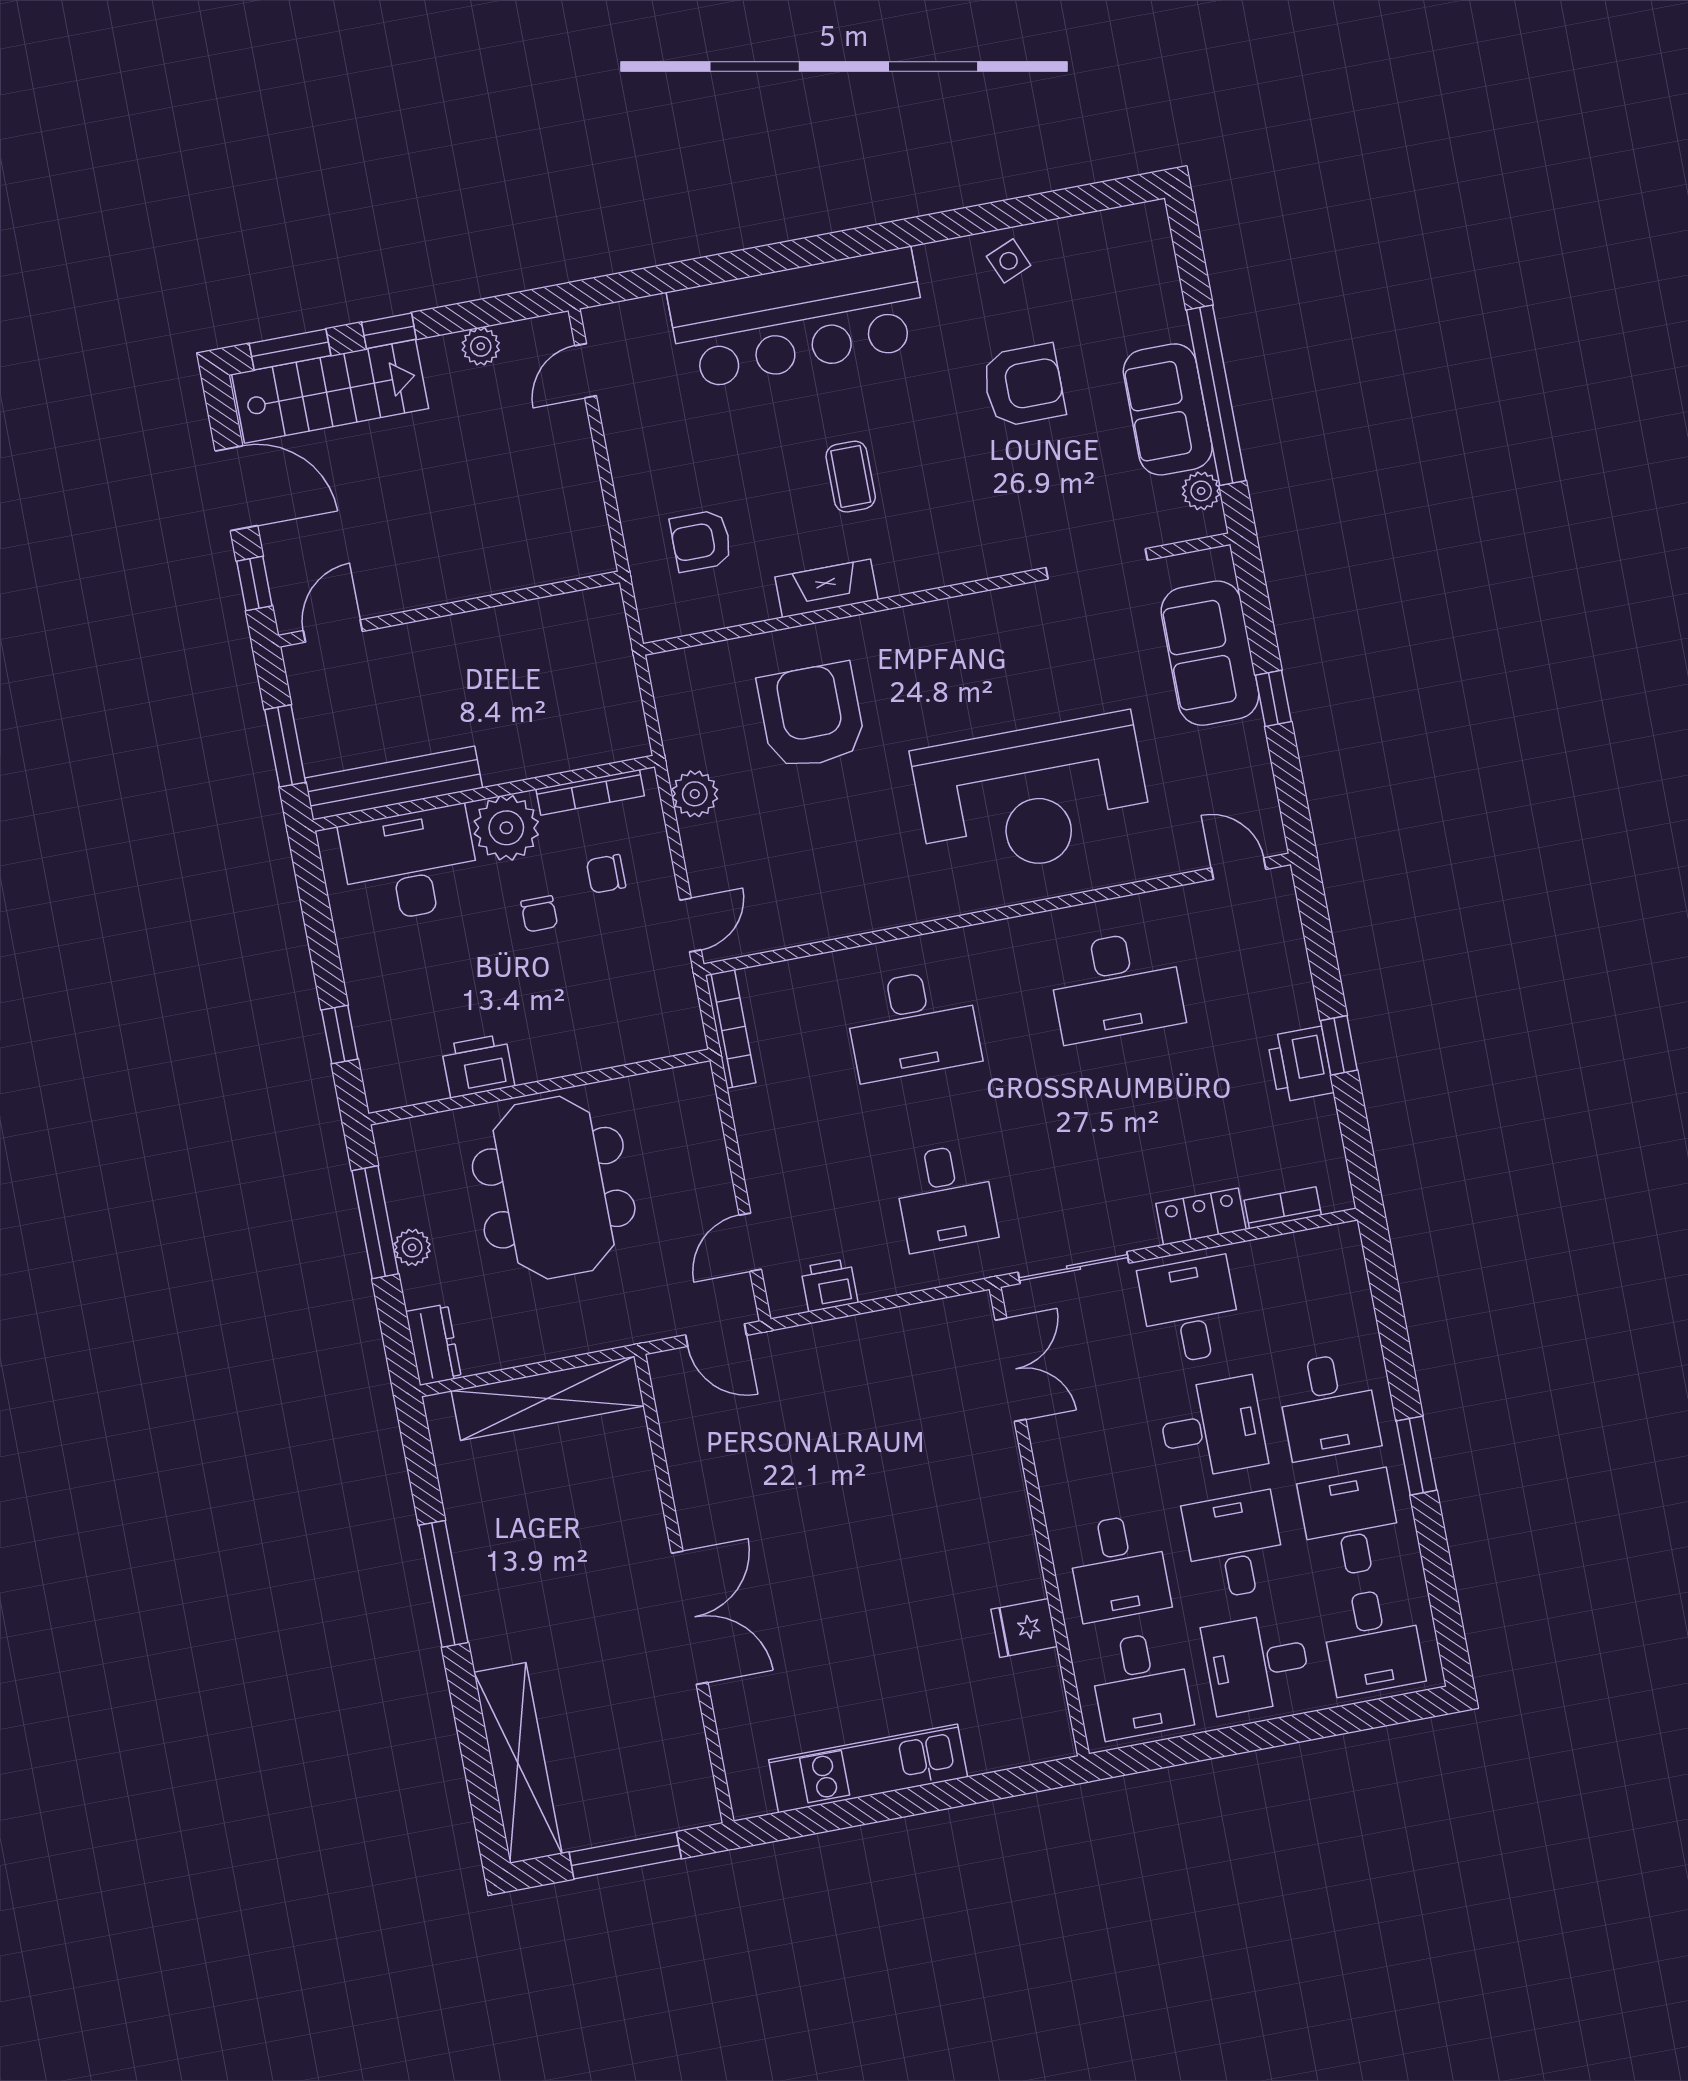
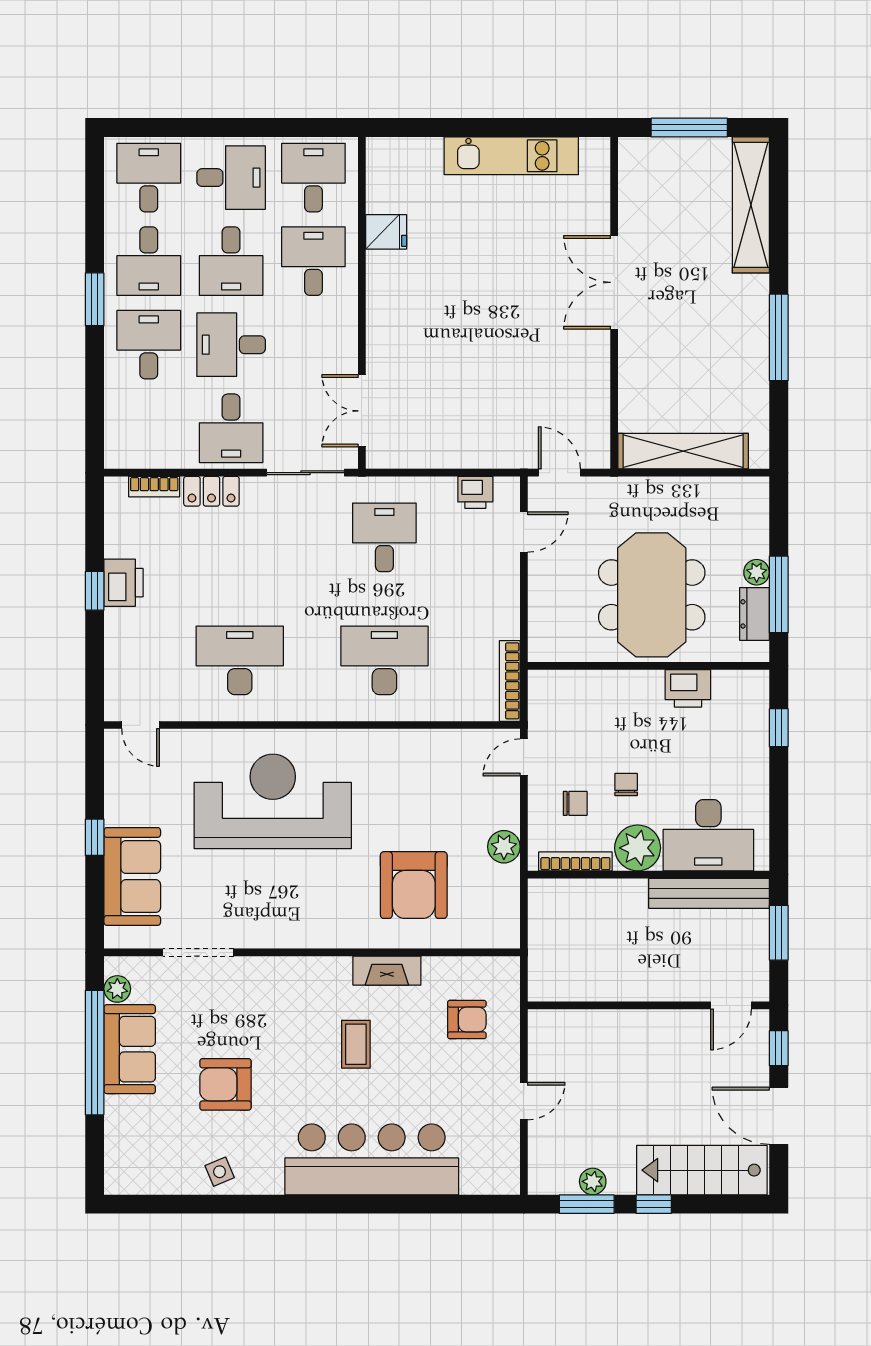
window: (290, 349) -> (587, 1204), moved
door: (586, 371) -> (524, 1101), moved
dresser: (434, 1345) -> (755, 614), moved

